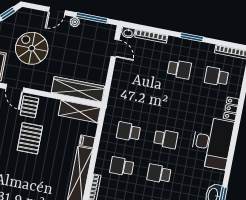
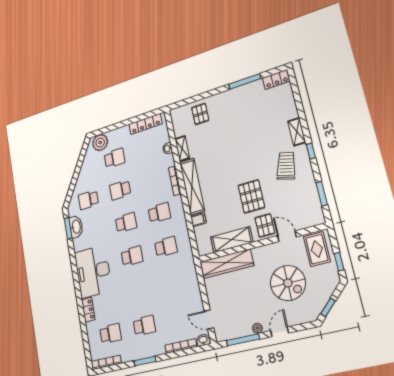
school desk: (179, 69) -> (144, 326), turned 180
shelving: (79, 111) -> (232, 240), moved
school desk: (166, 139) -> (132, 256), turned 180

